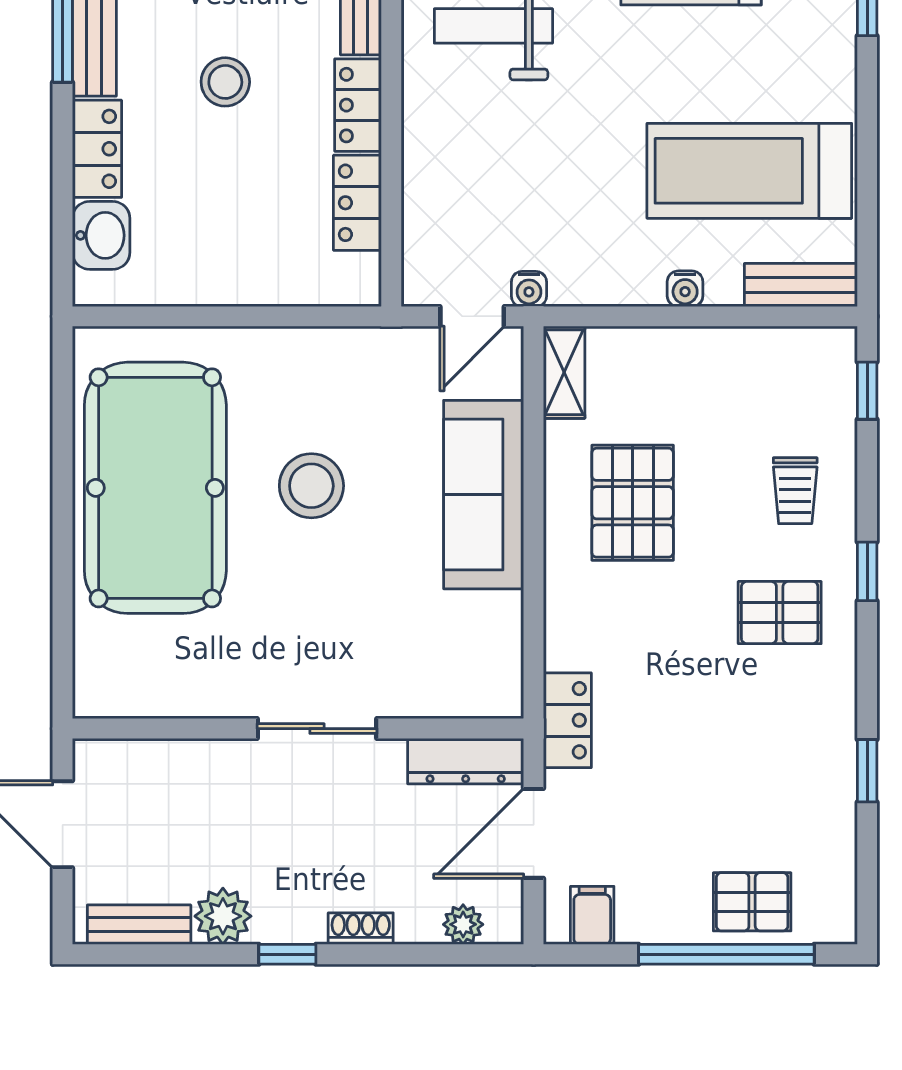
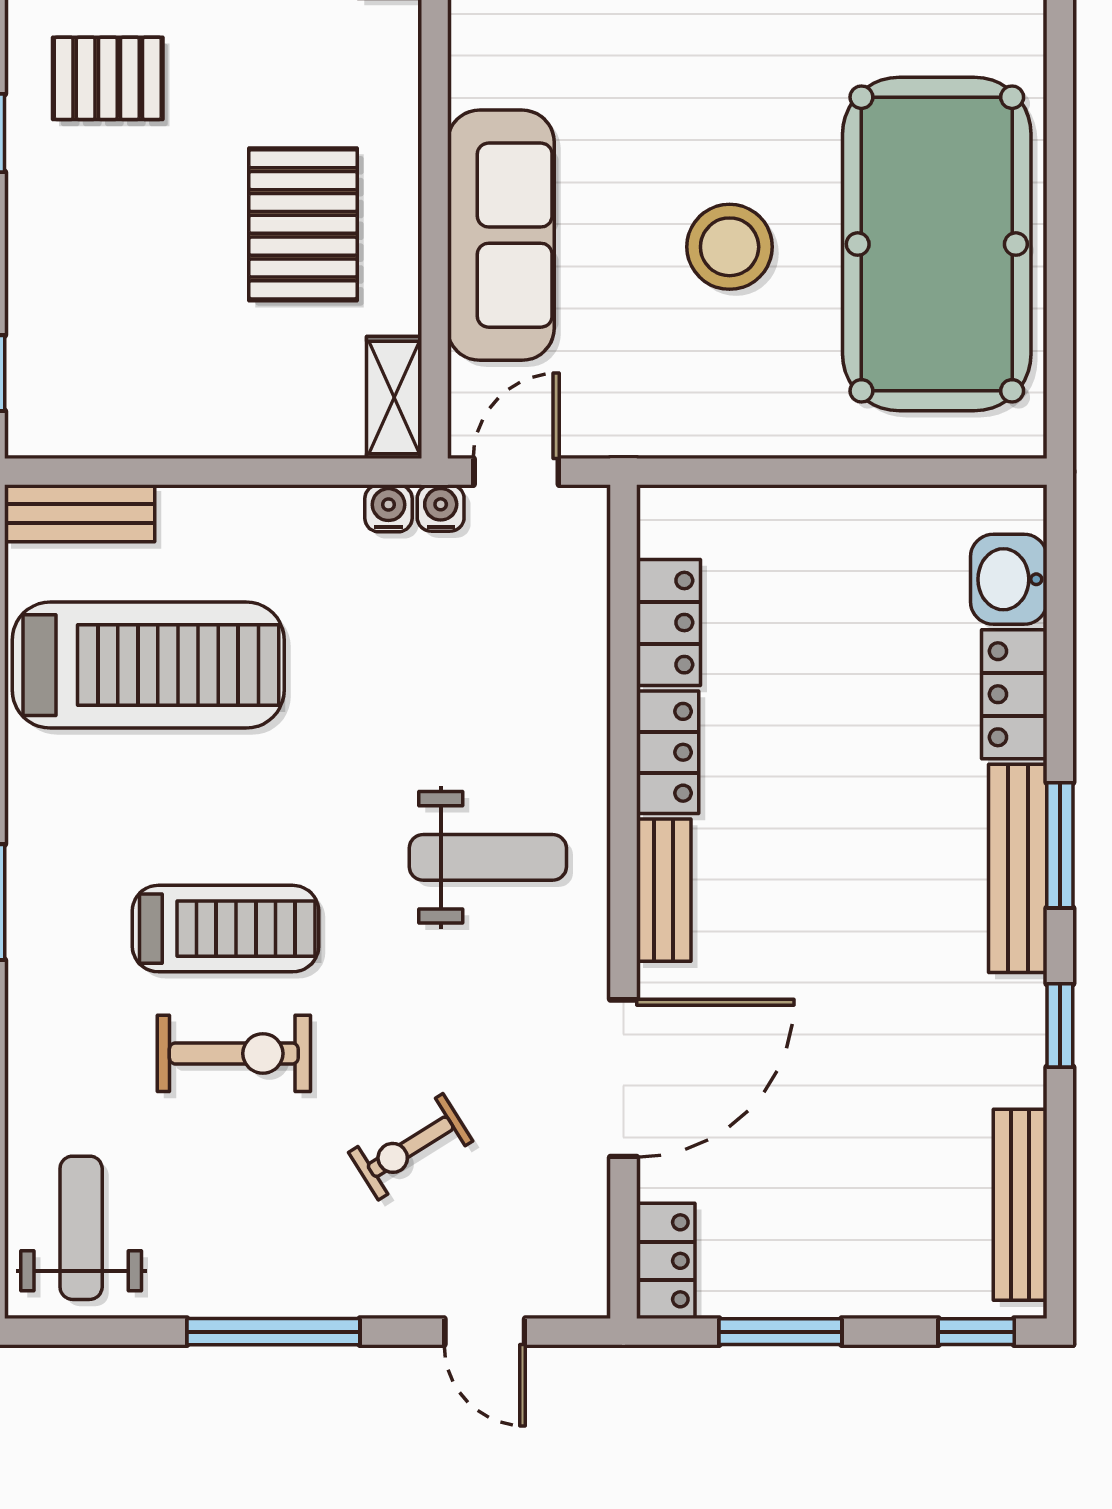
stool: (225, 82) -> (844, 783), removed
water cooler: (685, 289) -> (388, 508), moved
trolley: (795, 491) -> (87, 240), removed

